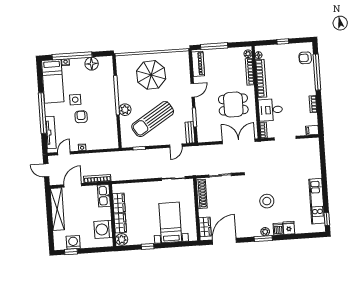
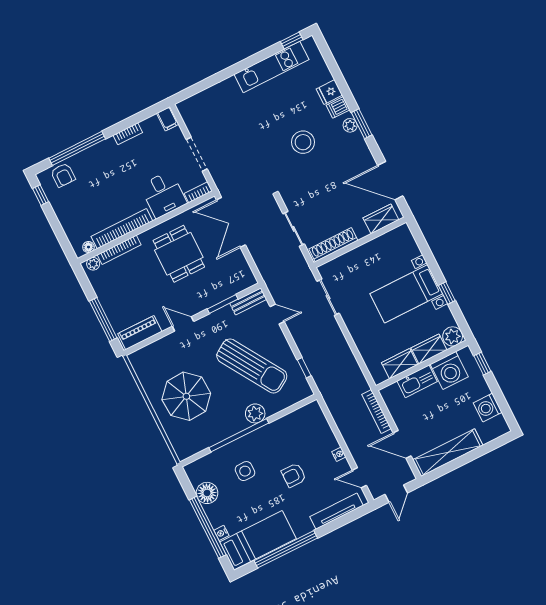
window: (283, 42) -> (41, 195), moved
side table: (75, 100) -> (245, 471), moved
window: (42, 113) -> (286, 549), moved
kitchen sink: (104, 196) -> (417, 381), moved
bed with nightstands: (170, 222) -> (406, 294), moved
window: (71, 252) -> (482, 364), moved

